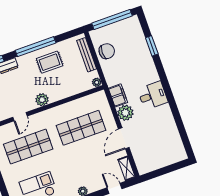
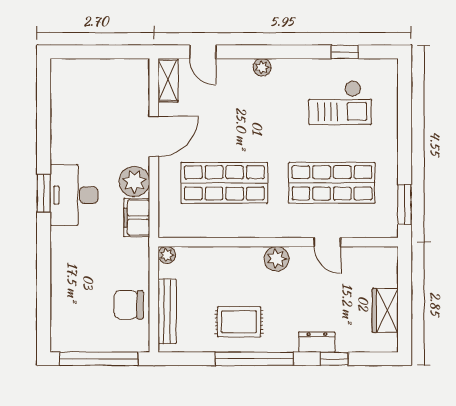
window: (152, 46) -> (44, 193), moved
desk: (153, 96) -> (74, 195), width x1.37
door: (20, 117) -> (327, 242), swing flipped

